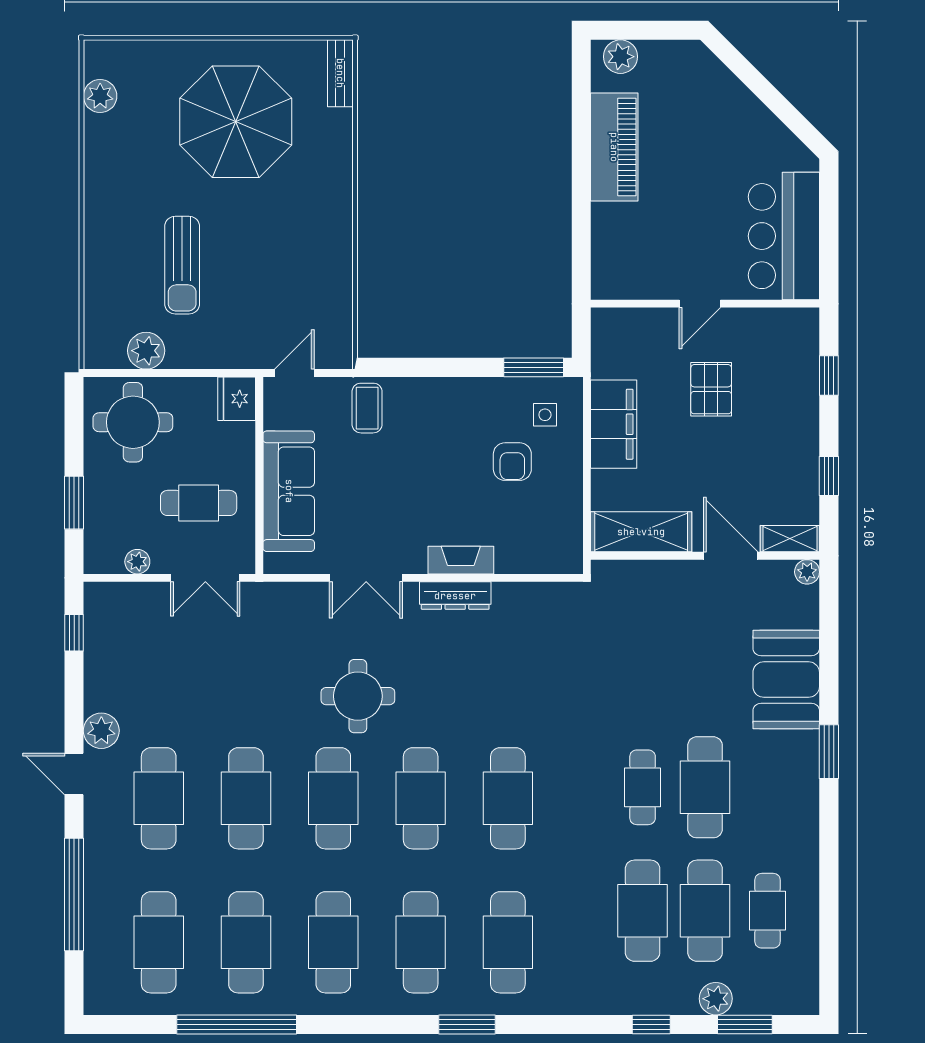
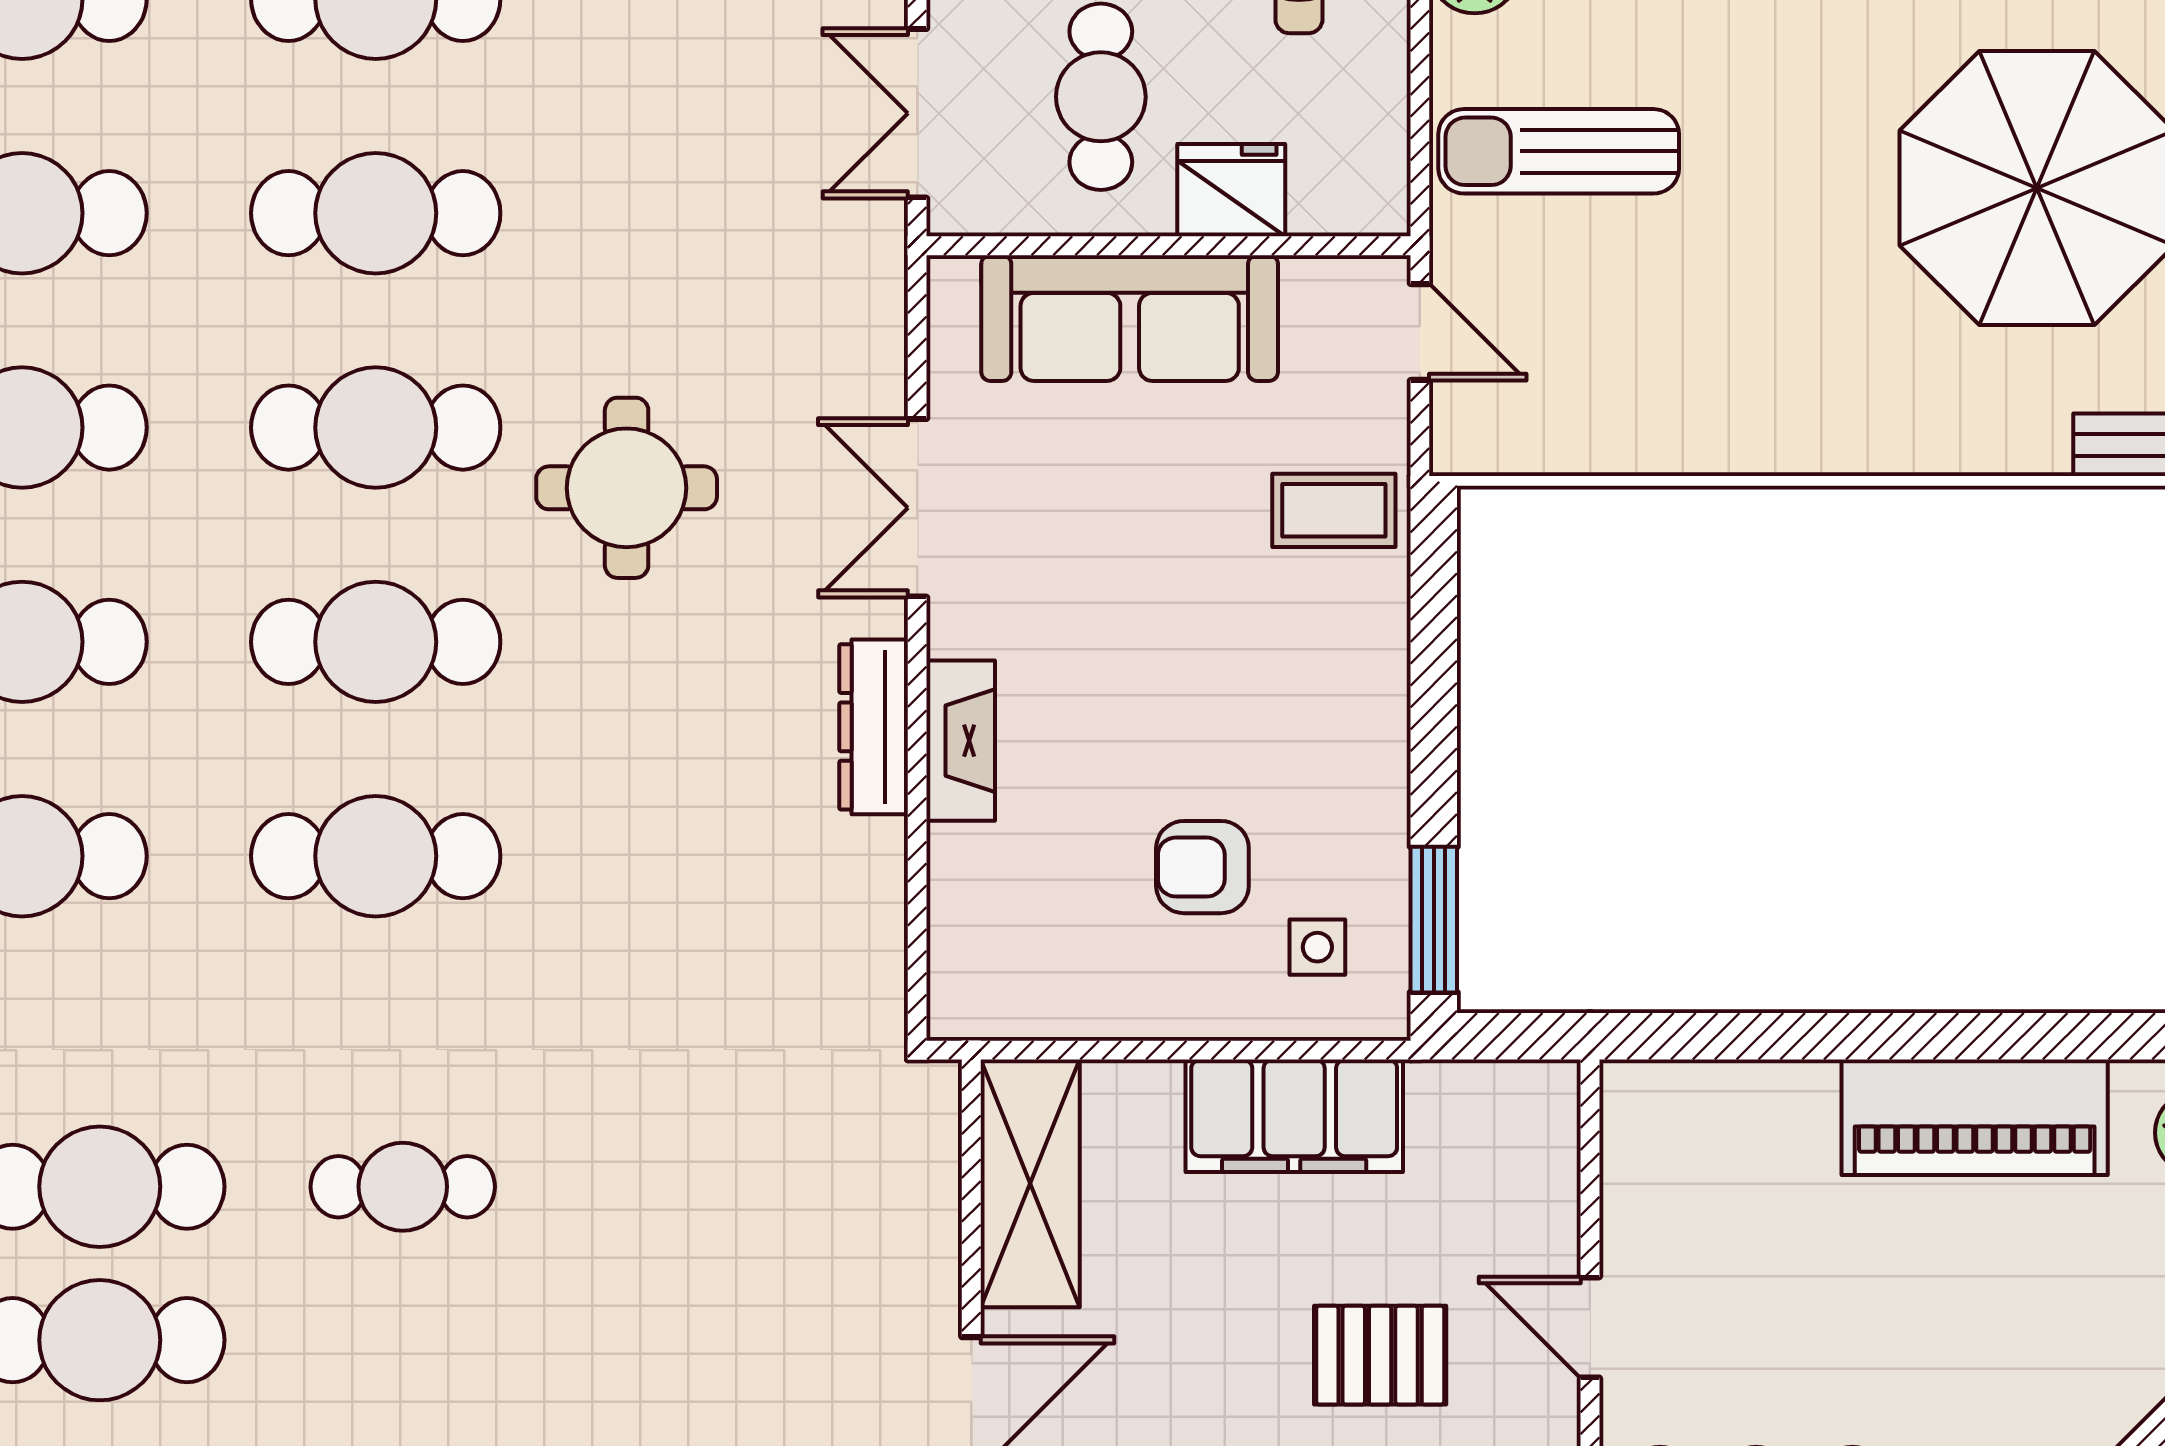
sun lounger: (182, 265) -> (1559, 151), moved
fridge: (237, 399) -> (1231, 190), moved
cafe table: (705, 787) -> (403, 1340), removed

